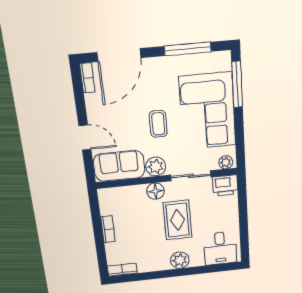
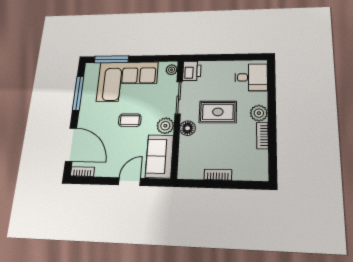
bookcase: (122, 270) -> (262, 136), moved

